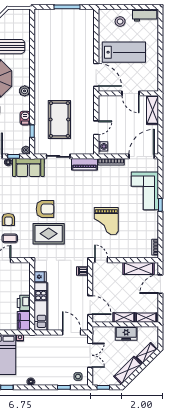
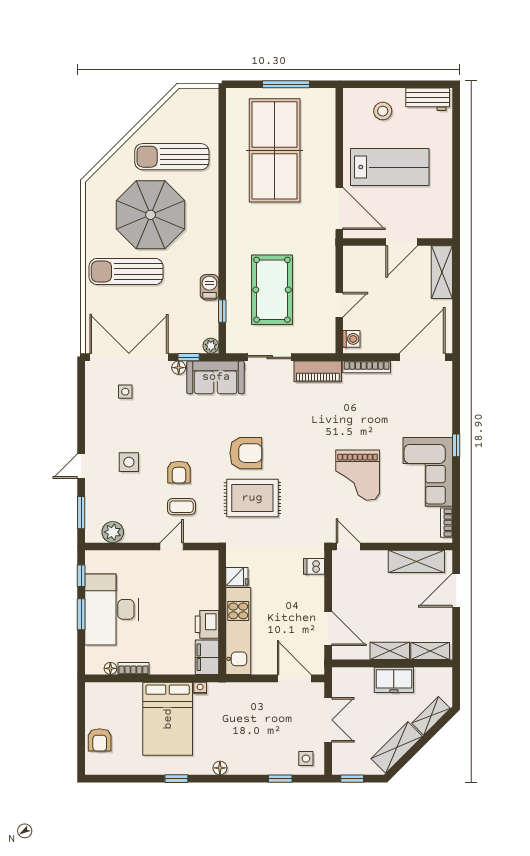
table tennis table: (61, 43) -> (275, 150), added
plant: (25, 91) -> (208, 238), removed
door: (131, 93) -> (402, 242), hinge flipped
corner sofa: (145, 191) -> (428, 472), moved

